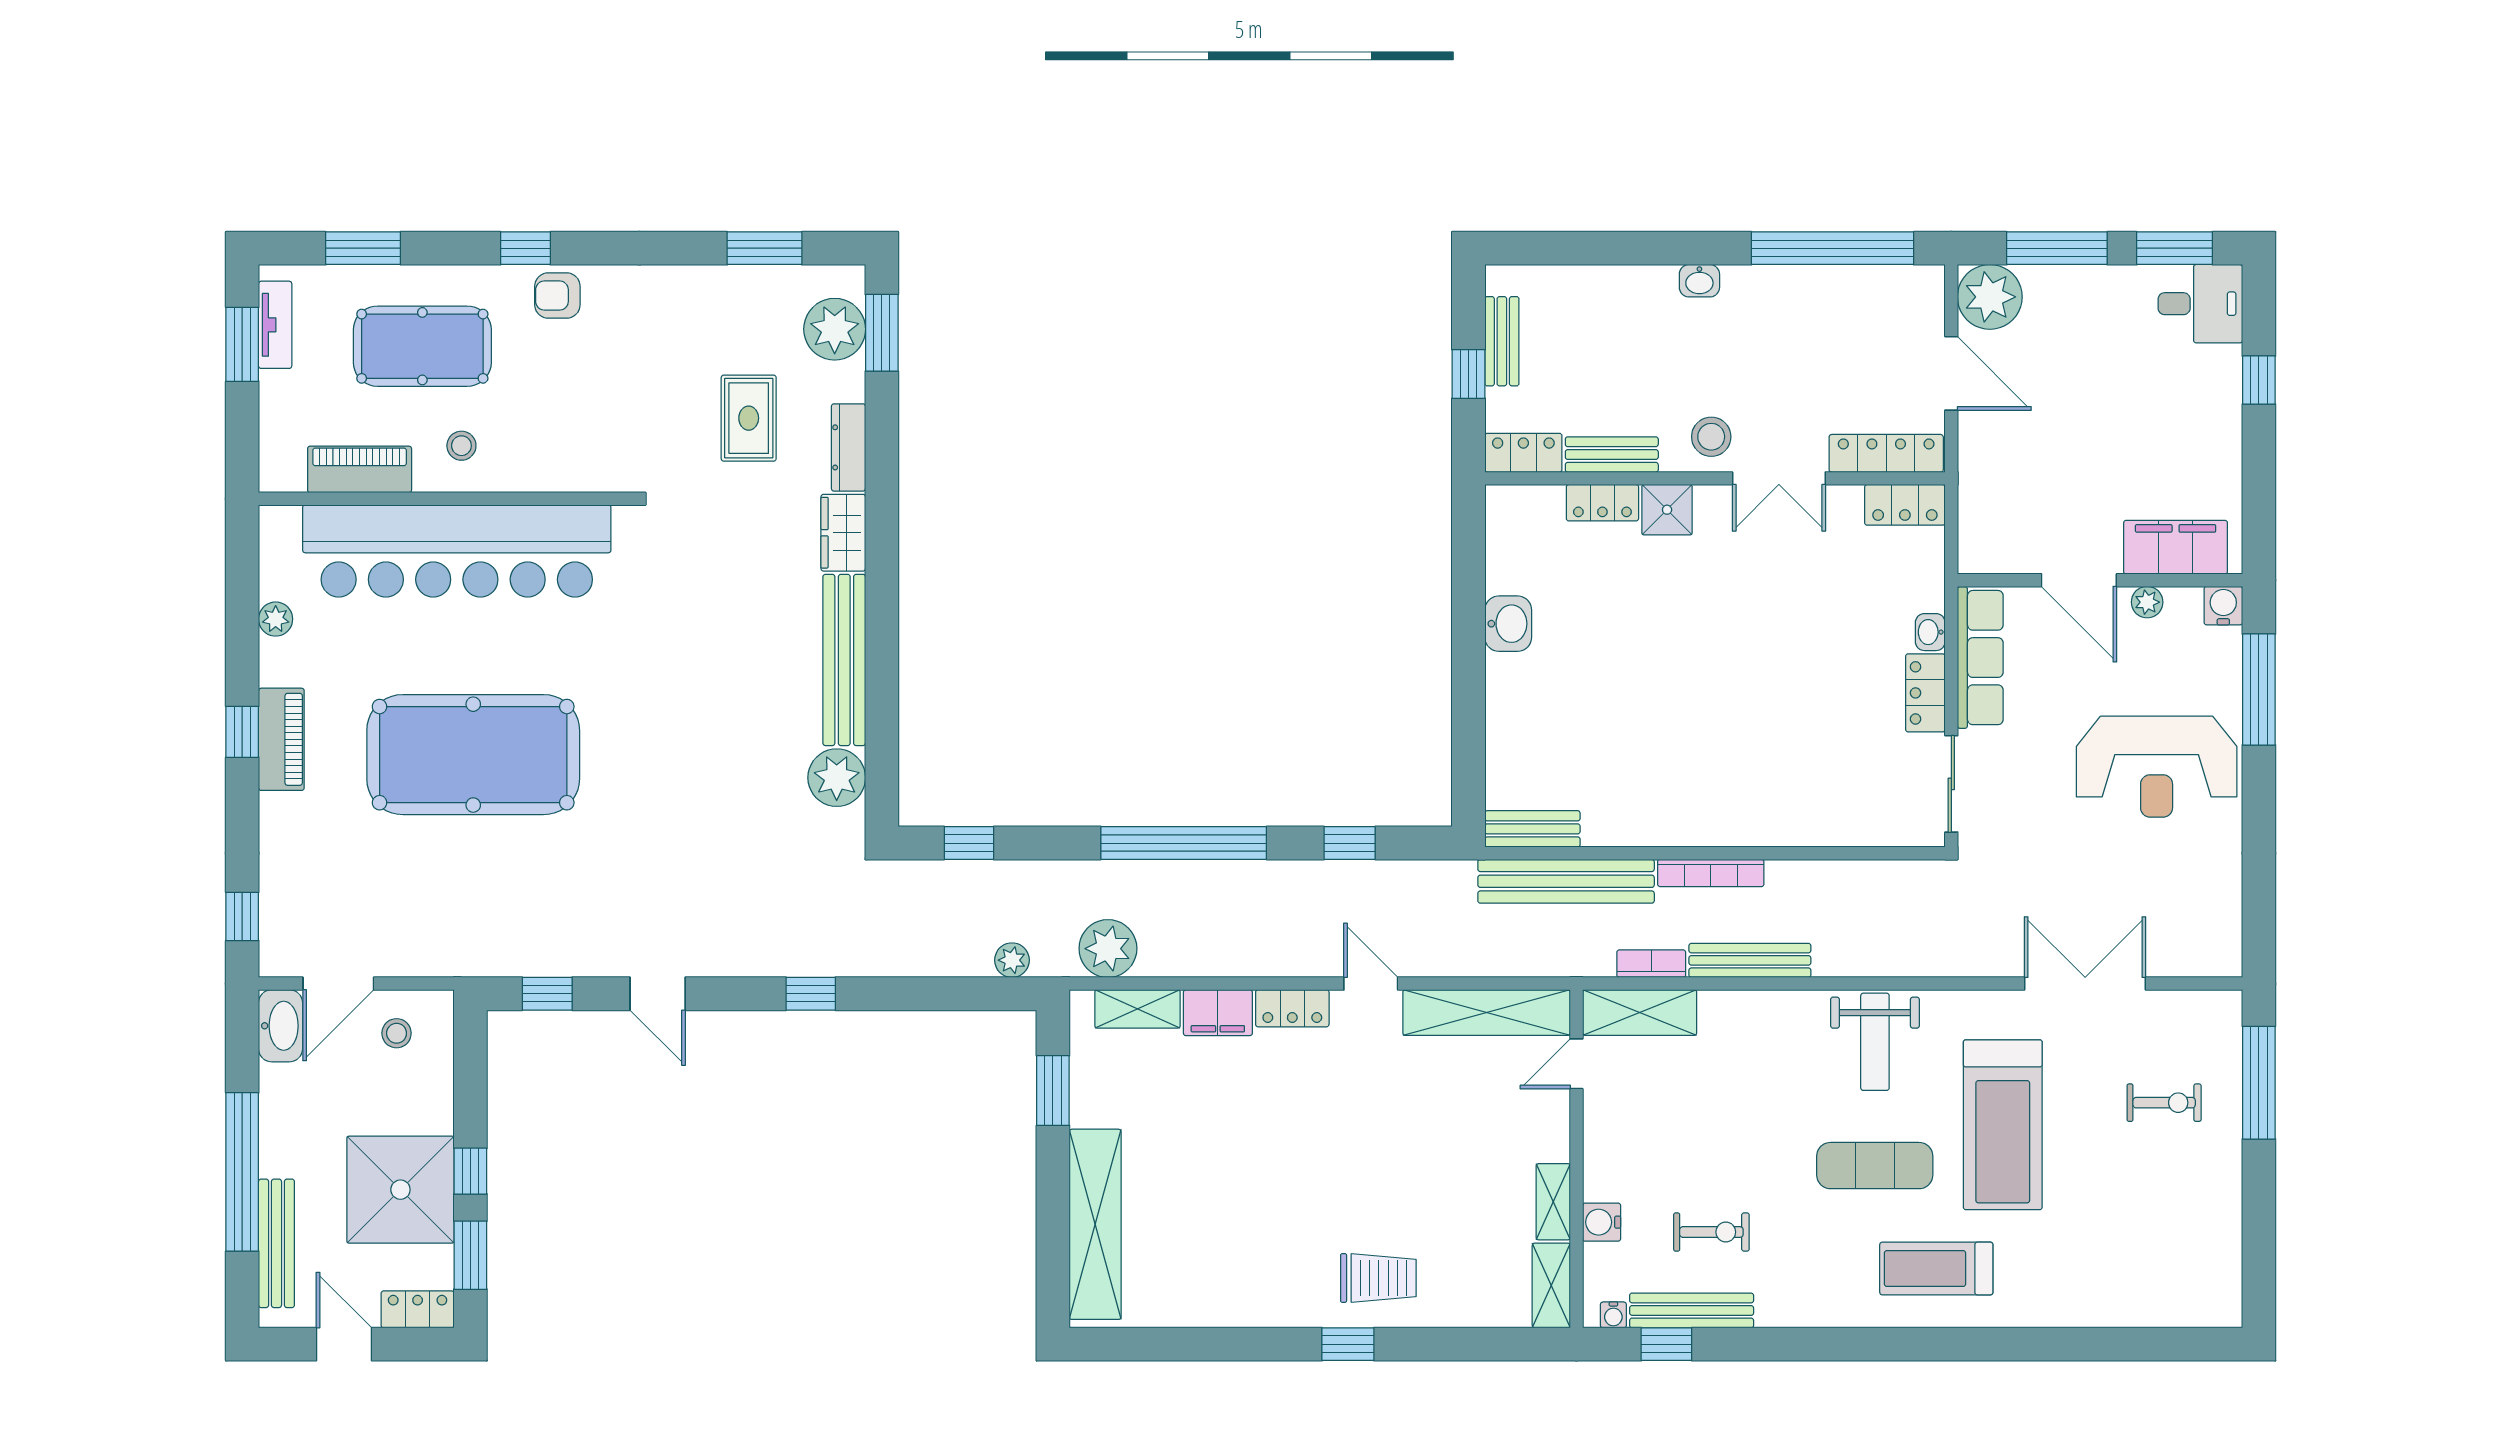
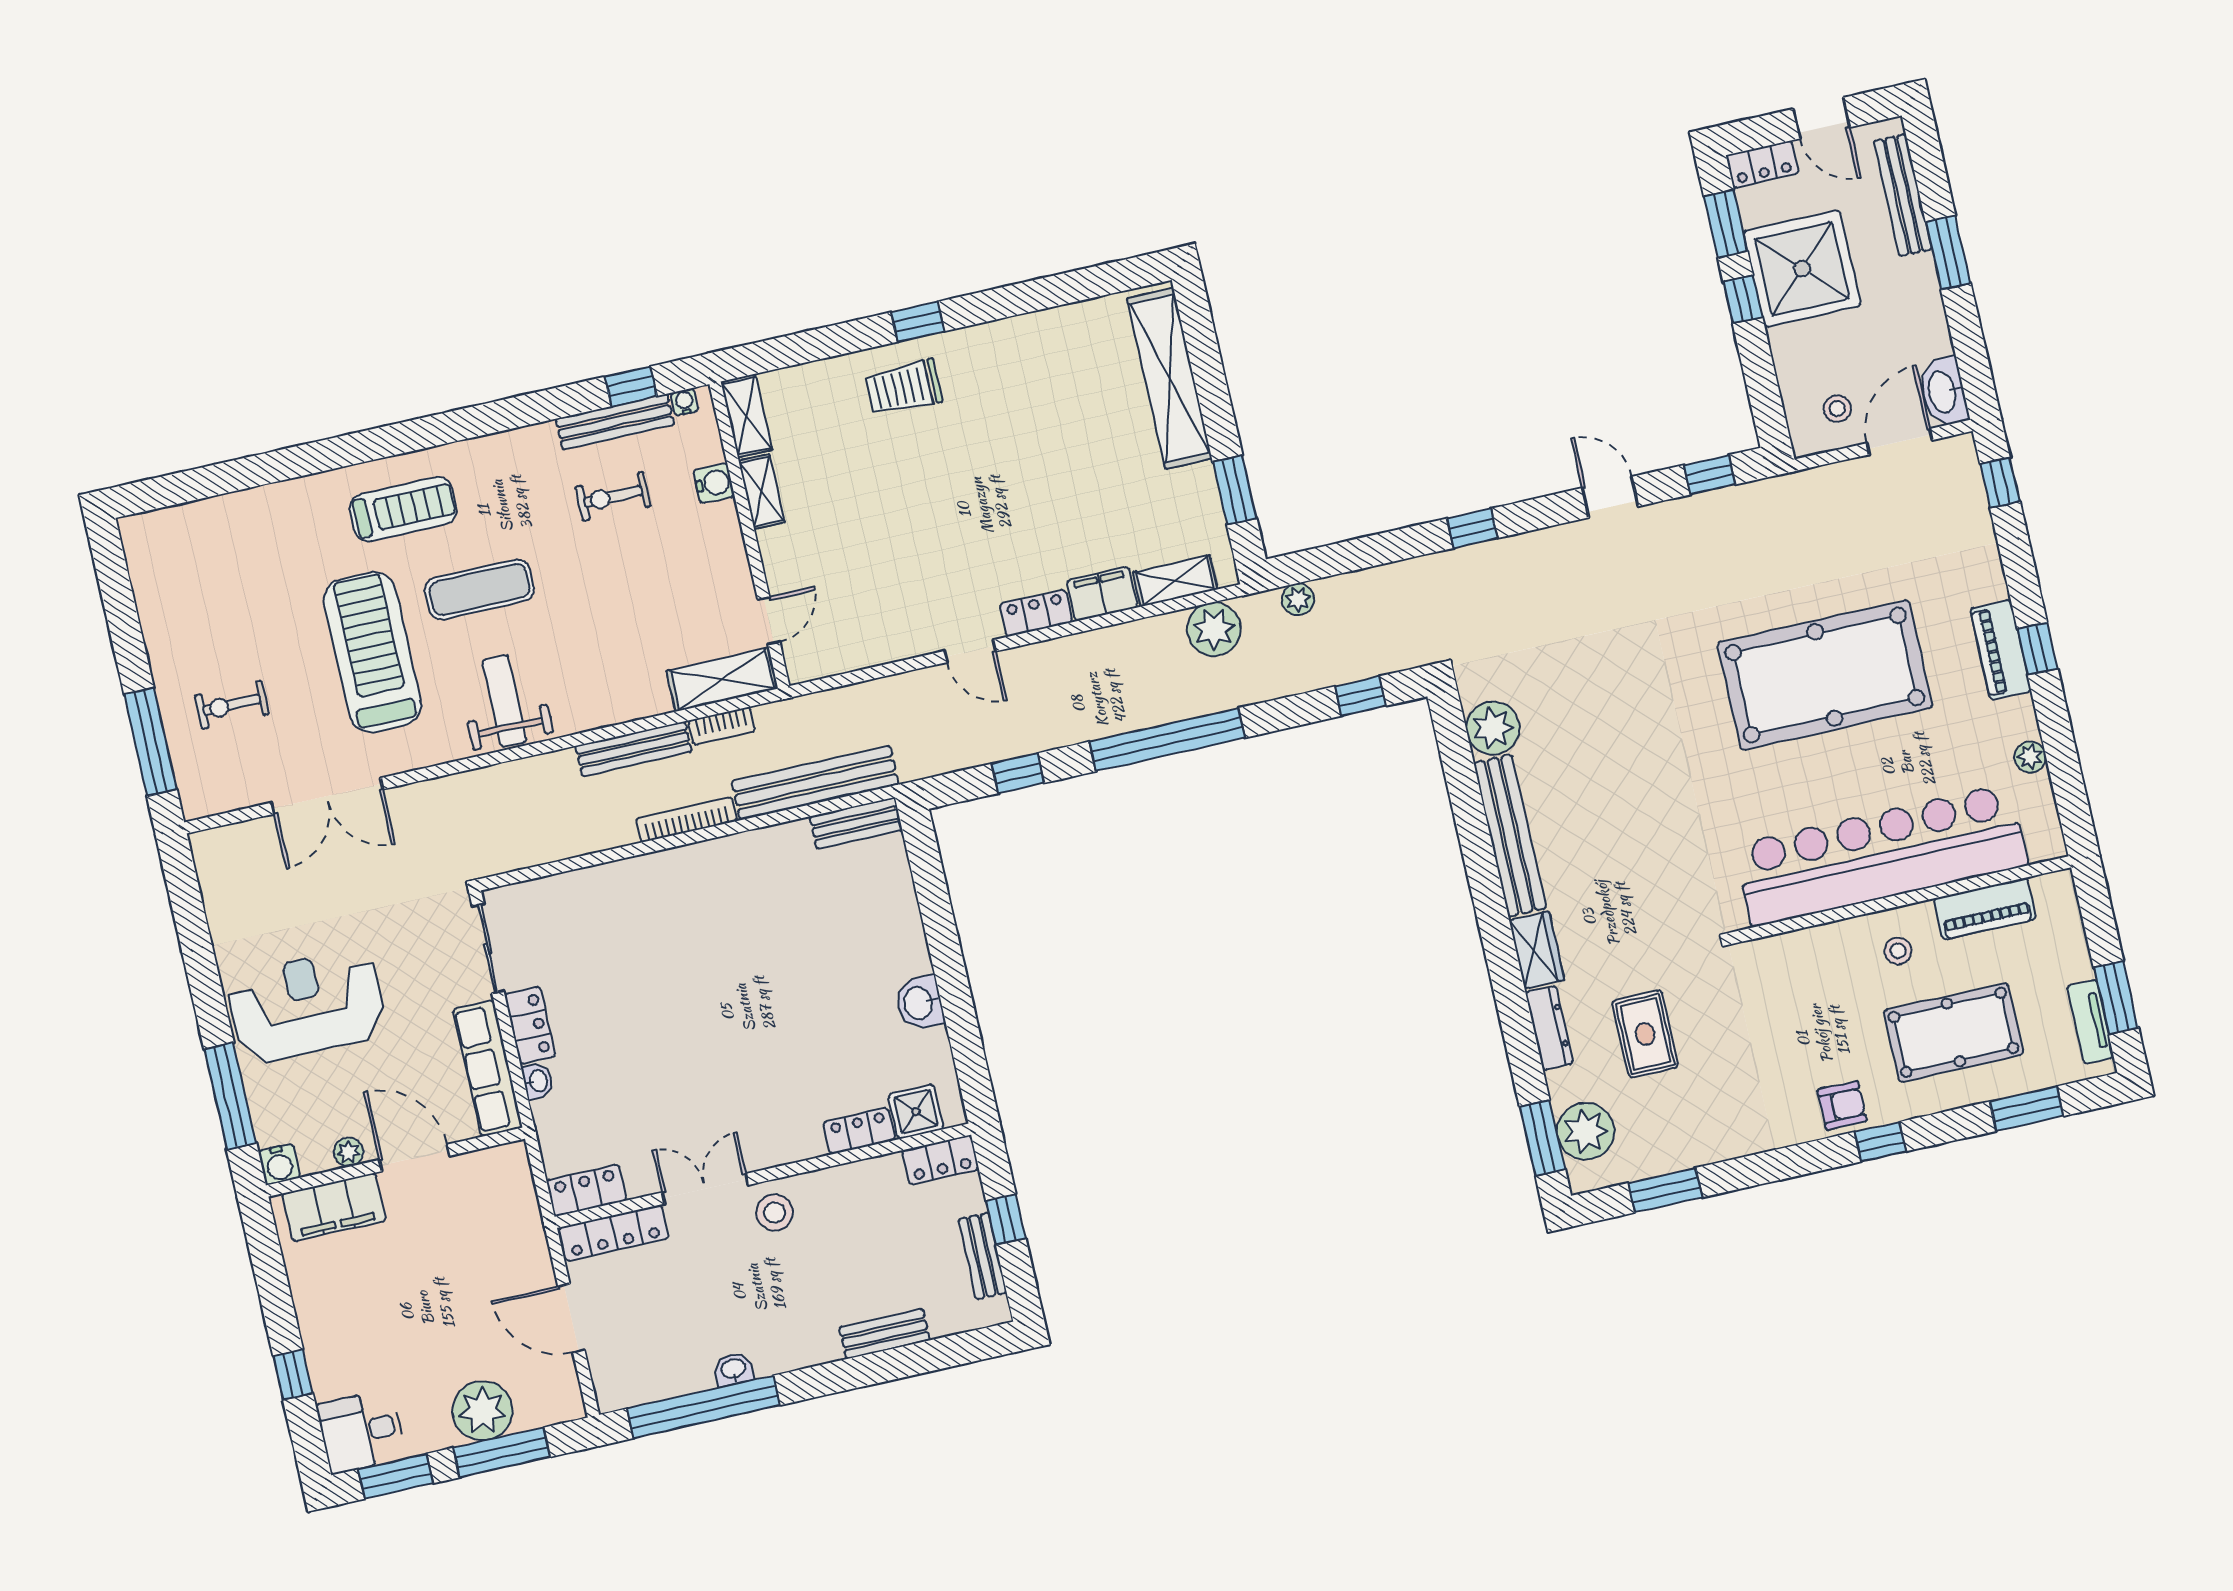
washbasin: (1699, 281) -> (733, 1369), moved
plant: (1990, 297) -> (482, 1411), moved
bench: (1612, 455) -> (885, 1334), moved
shower: (1667, 510) -> (916, 1112), moved
shelving: (1487, 1013) -> (860, 648), removed
window: (242, 1172) -> (1948, 252), width x0.47

